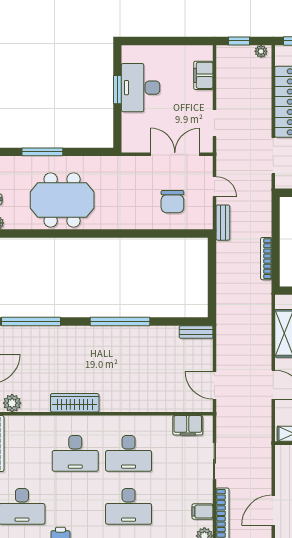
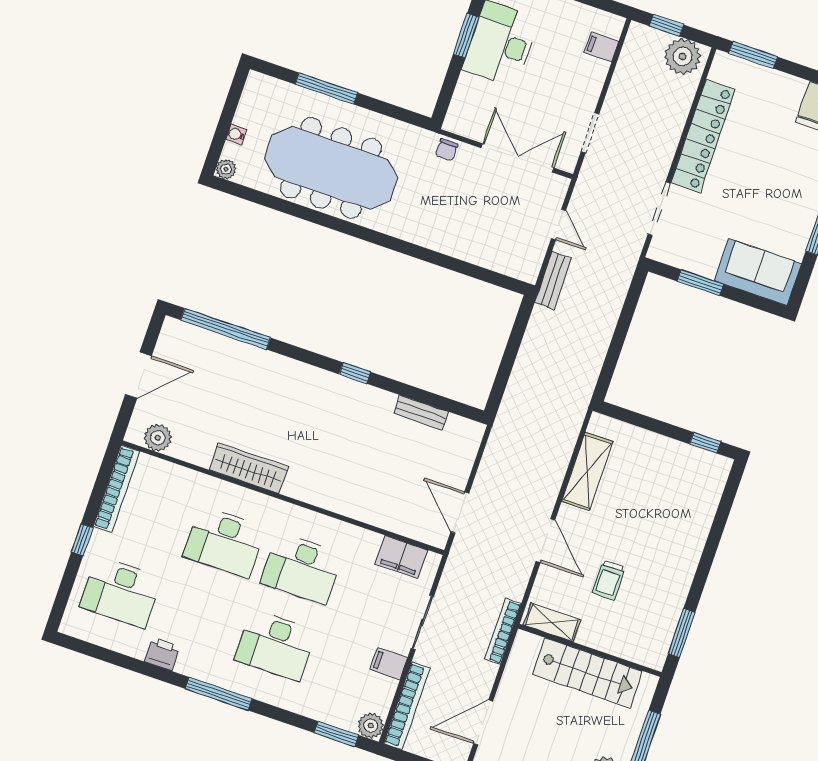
plant: (261, 51) -> (683, 56), width x1.87, depth x1.87
filing cabinet: (203, 75) -> (601, 47), width x0.50
meeting table: (62, 200) -> (331, 168), width x1.36
chair: (172, 202) -> (447, 150), moved, width x0.54, depth x0.54
bookcase: (266, 259) -> (503, 631), moved
window: (120, 322) -> (355, 373), width x0.32
bench: (196, 332) -> (421, 413), moved
filing cabinet: (202, 512) -> (389, 664), moved

